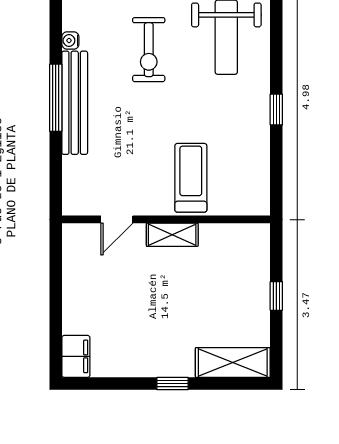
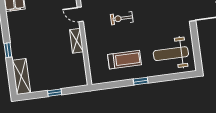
exercise bike: (149, 50) -> (122, 18), moved, width x0.73, depth x0.72
treadmill: (191, 178) -> (125, 60), moved

